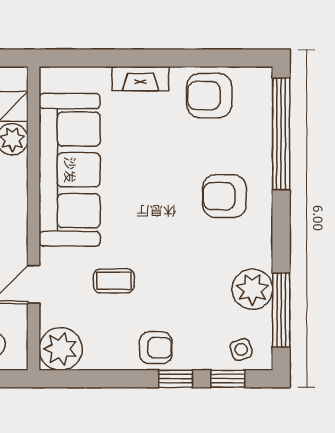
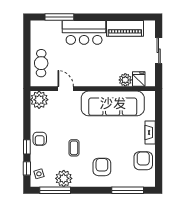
window: (281, 134) -> (128, 190), width x0.68
coffee table: (114, 281) -> (74, 148), moved

